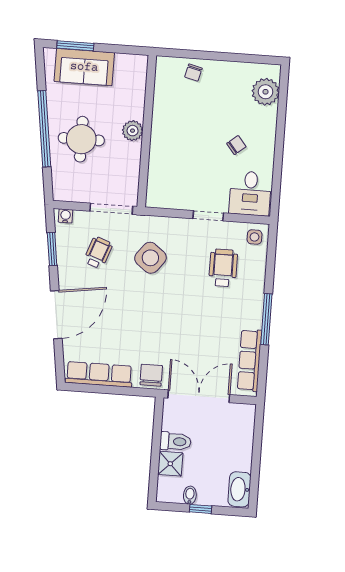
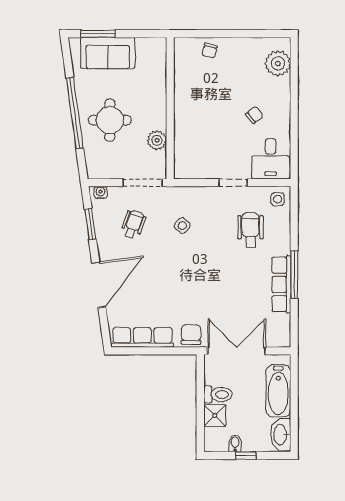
plant: (133, 131) -> (157, 140), moved
side table: (150, 258) -> (182, 226), width x0.54, depth x0.54
row of seats: (250, 360) -> (281, 284), moved
bathtub: (240, 442) -> (278, 391), added

